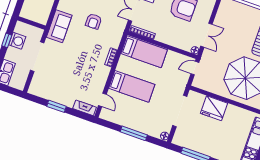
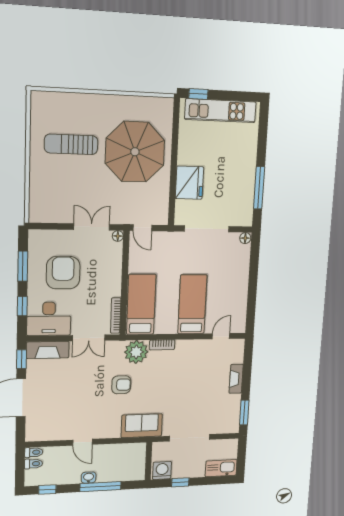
plant: (113, 38) -> (136, 352), added
washing machine: (17, 41) -> (162, 470), moved
window: (57, 106) -> (244, 412), moved
fireplace: (85, 108) -> (236, 379), moved
window: (134, 133) -> (253, 280), removed

